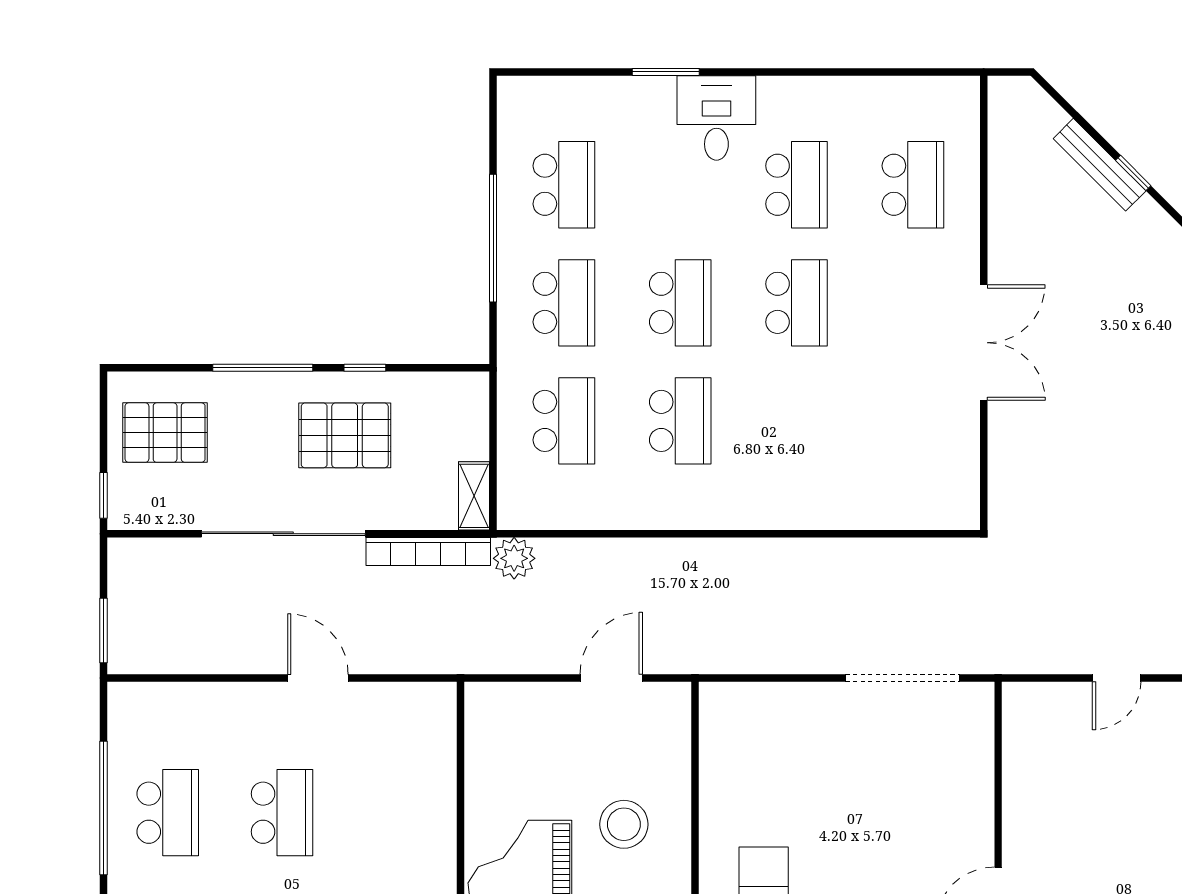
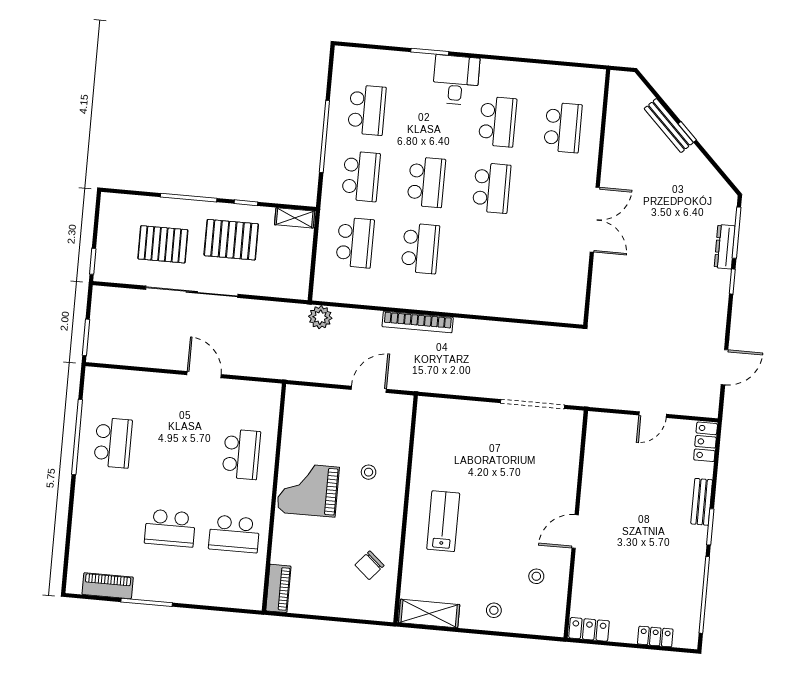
pallet: (165, 433) -> (163, 244), moved
shelving: (474, 496) -> (295, 218), moved, turned 90
bookcase: (428, 551) -> (418, 322), moved
school desk: (282, 813) -> (241, 454), moved
stool: (624, 824) -> (369, 472), width x0.53, depth x0.53

